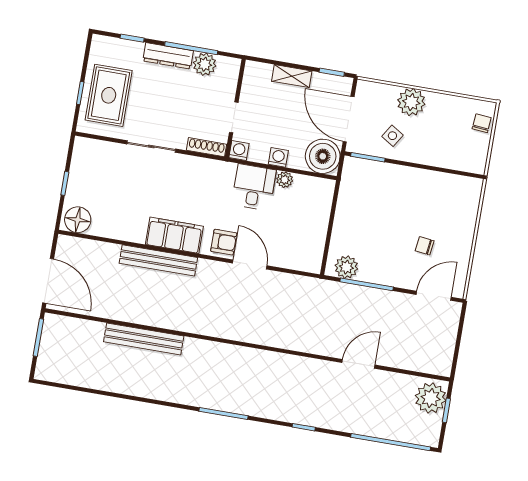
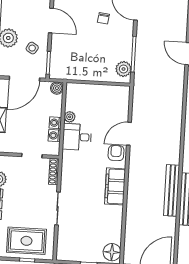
washing machine: (239, 151) -> (54, 136), moved
boiler: (323, 156) -> (57, 88), width x0.54, depth x0.54
door: (430, 168) -> (51, 21), added
bench: (158, 260) -> (172, 190), moved

